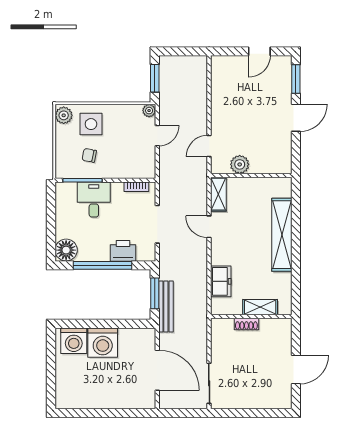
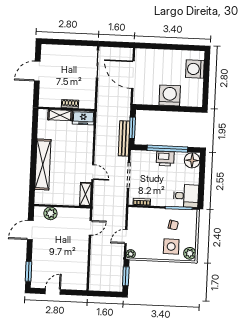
door: (296, 118) -> (30, 230), moved
plant: (240, 164) -> (50, 213), moved
desk: (94, 200) -> (186, 196), moved, turned -90
printer: (123, 251) -> (165, 159), moved
freezer: (221, 281) -> (83, 118), moved, turned -90
bench: (166, 306) -> (124, 138), moved
washing machine: (74, 341) -> (195, 69), moved, turned -90

